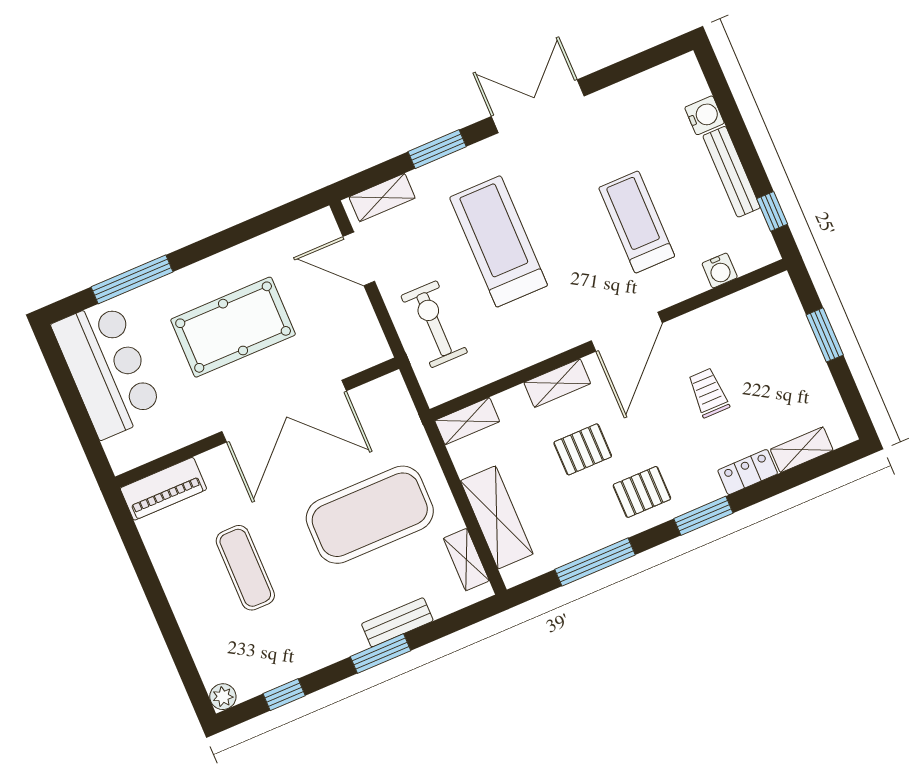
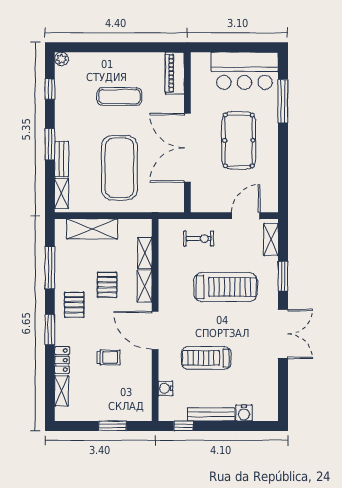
treadmill: (637, 222) -> (206, 358), turned 180
exercise bike: (434, 324) -> (199, 239), width x0.73, depth x0.72
shelving: (467, 421) -> (145, 253), moved
shelving: (466, 560) -> (62, 193), moved, turned 90

